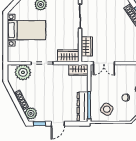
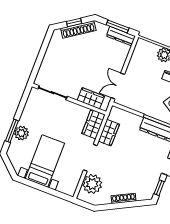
double door: (104, 63) -> (118, 86), swing flipped
wardrobe: (78, 70) -> (109, 133), moved
plant: (31, 113) -> (143, 193), removed

